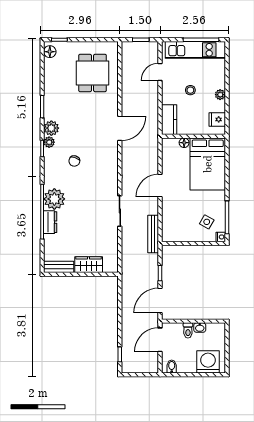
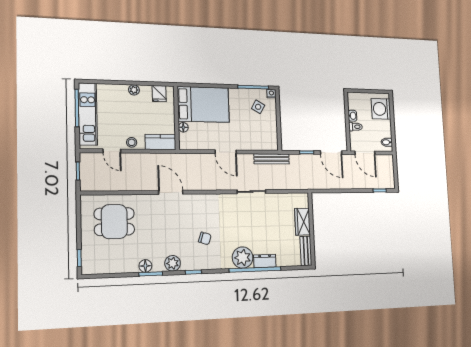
floor lamp: (50, 52) -> (145, 266), moved
stool: (190, 90) -> (132, 142), moved
plant: (49, 142) -> (187, 265), removed

